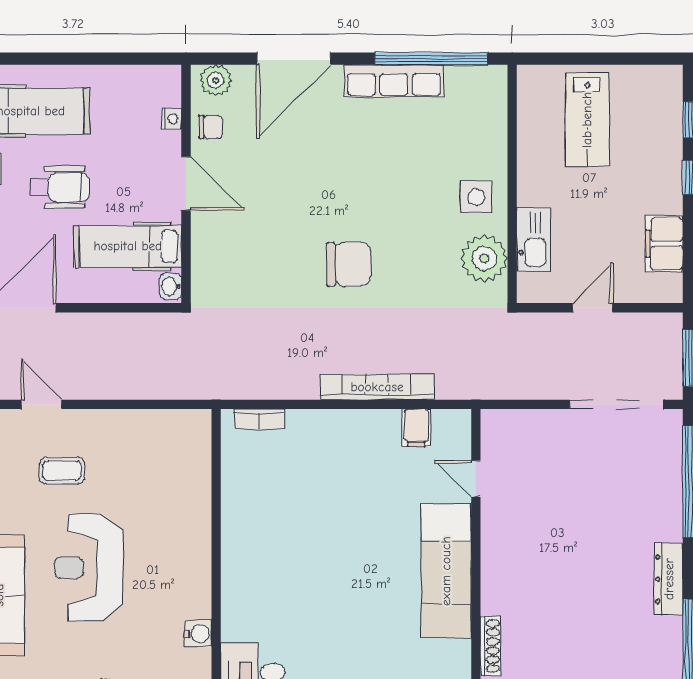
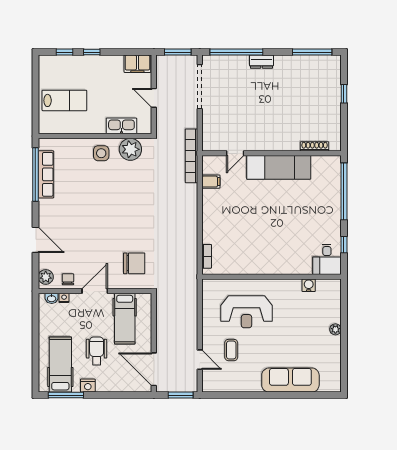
door: (294, 59) -> (35, 240), width x0.73
row of seats: (394, 81) -> (46, 174), moved
filing cabinet: (664, 244) -> (137, 64), moved
chair: (349, 264) -> (134, 263), moved, turned 90
washbasin: (171, 287) -> (52, 298), moved
bookcase: (377, 387) -> (191, 156), moved
door: (42, 404) -> (200, 360), swing flipped
reception desk: (89, 567) -> (246, 312), moved
dresser: (669, 579) -> (261, 62), moved, width x0.70

